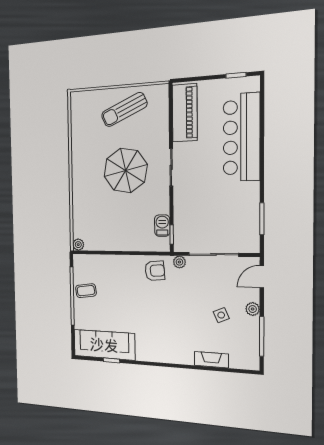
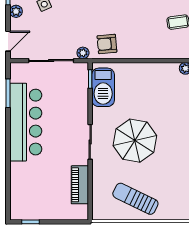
sun lounger: (124, 110) -> (135, 199), turned -130
piano: (185, 113) -> (80, 185), width x0.73, depth x0.75
bar counter: (242, 137) -> (26, 122), moved
barbecue: (162, 226) -> (103, 87), width x1.88, depth x1.53

